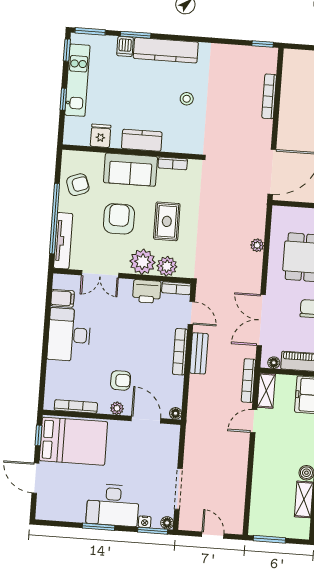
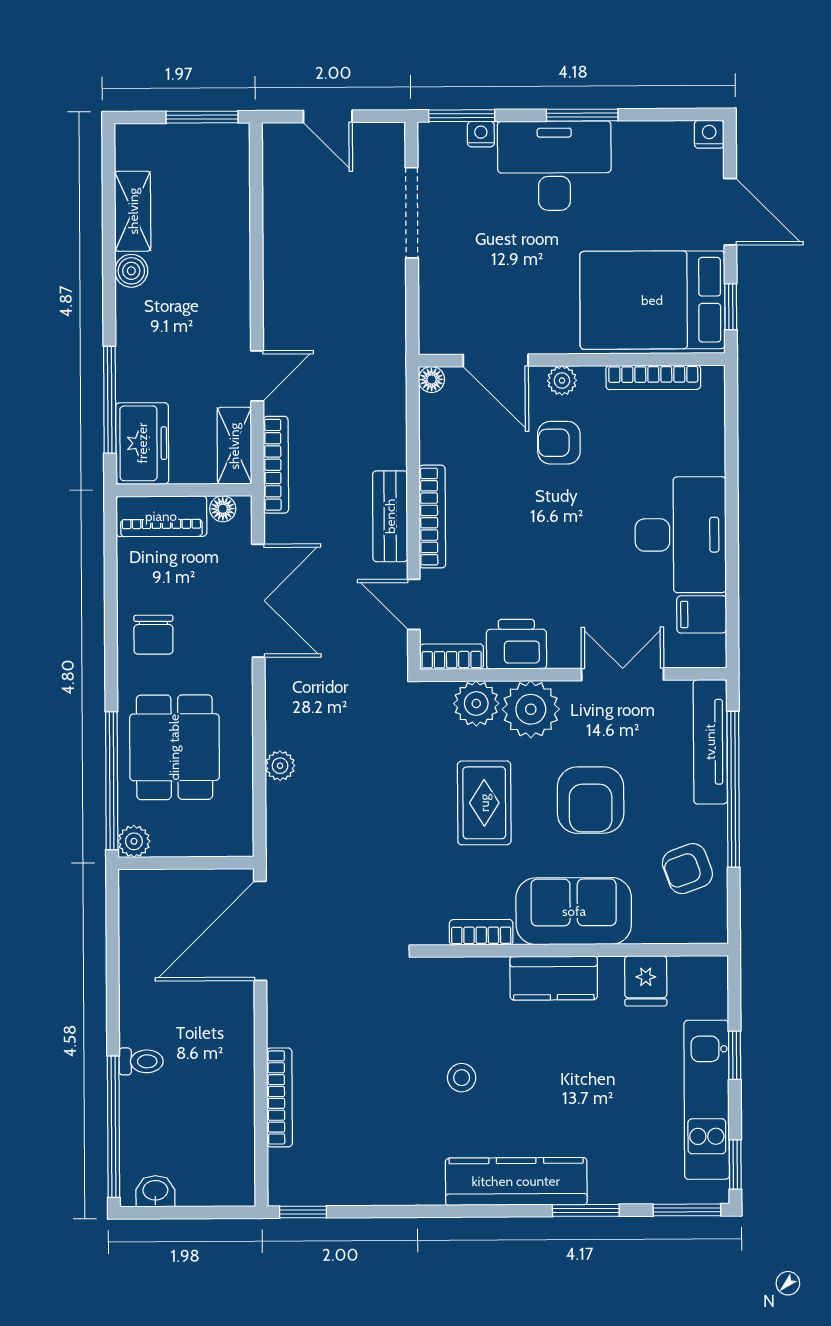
dishwasher: (125, 46) -> (607, 1183), removed
nightstand: (42, 514) -> (709, 134), added
floor lamp: (167, 523) -> (431, 136), removed

